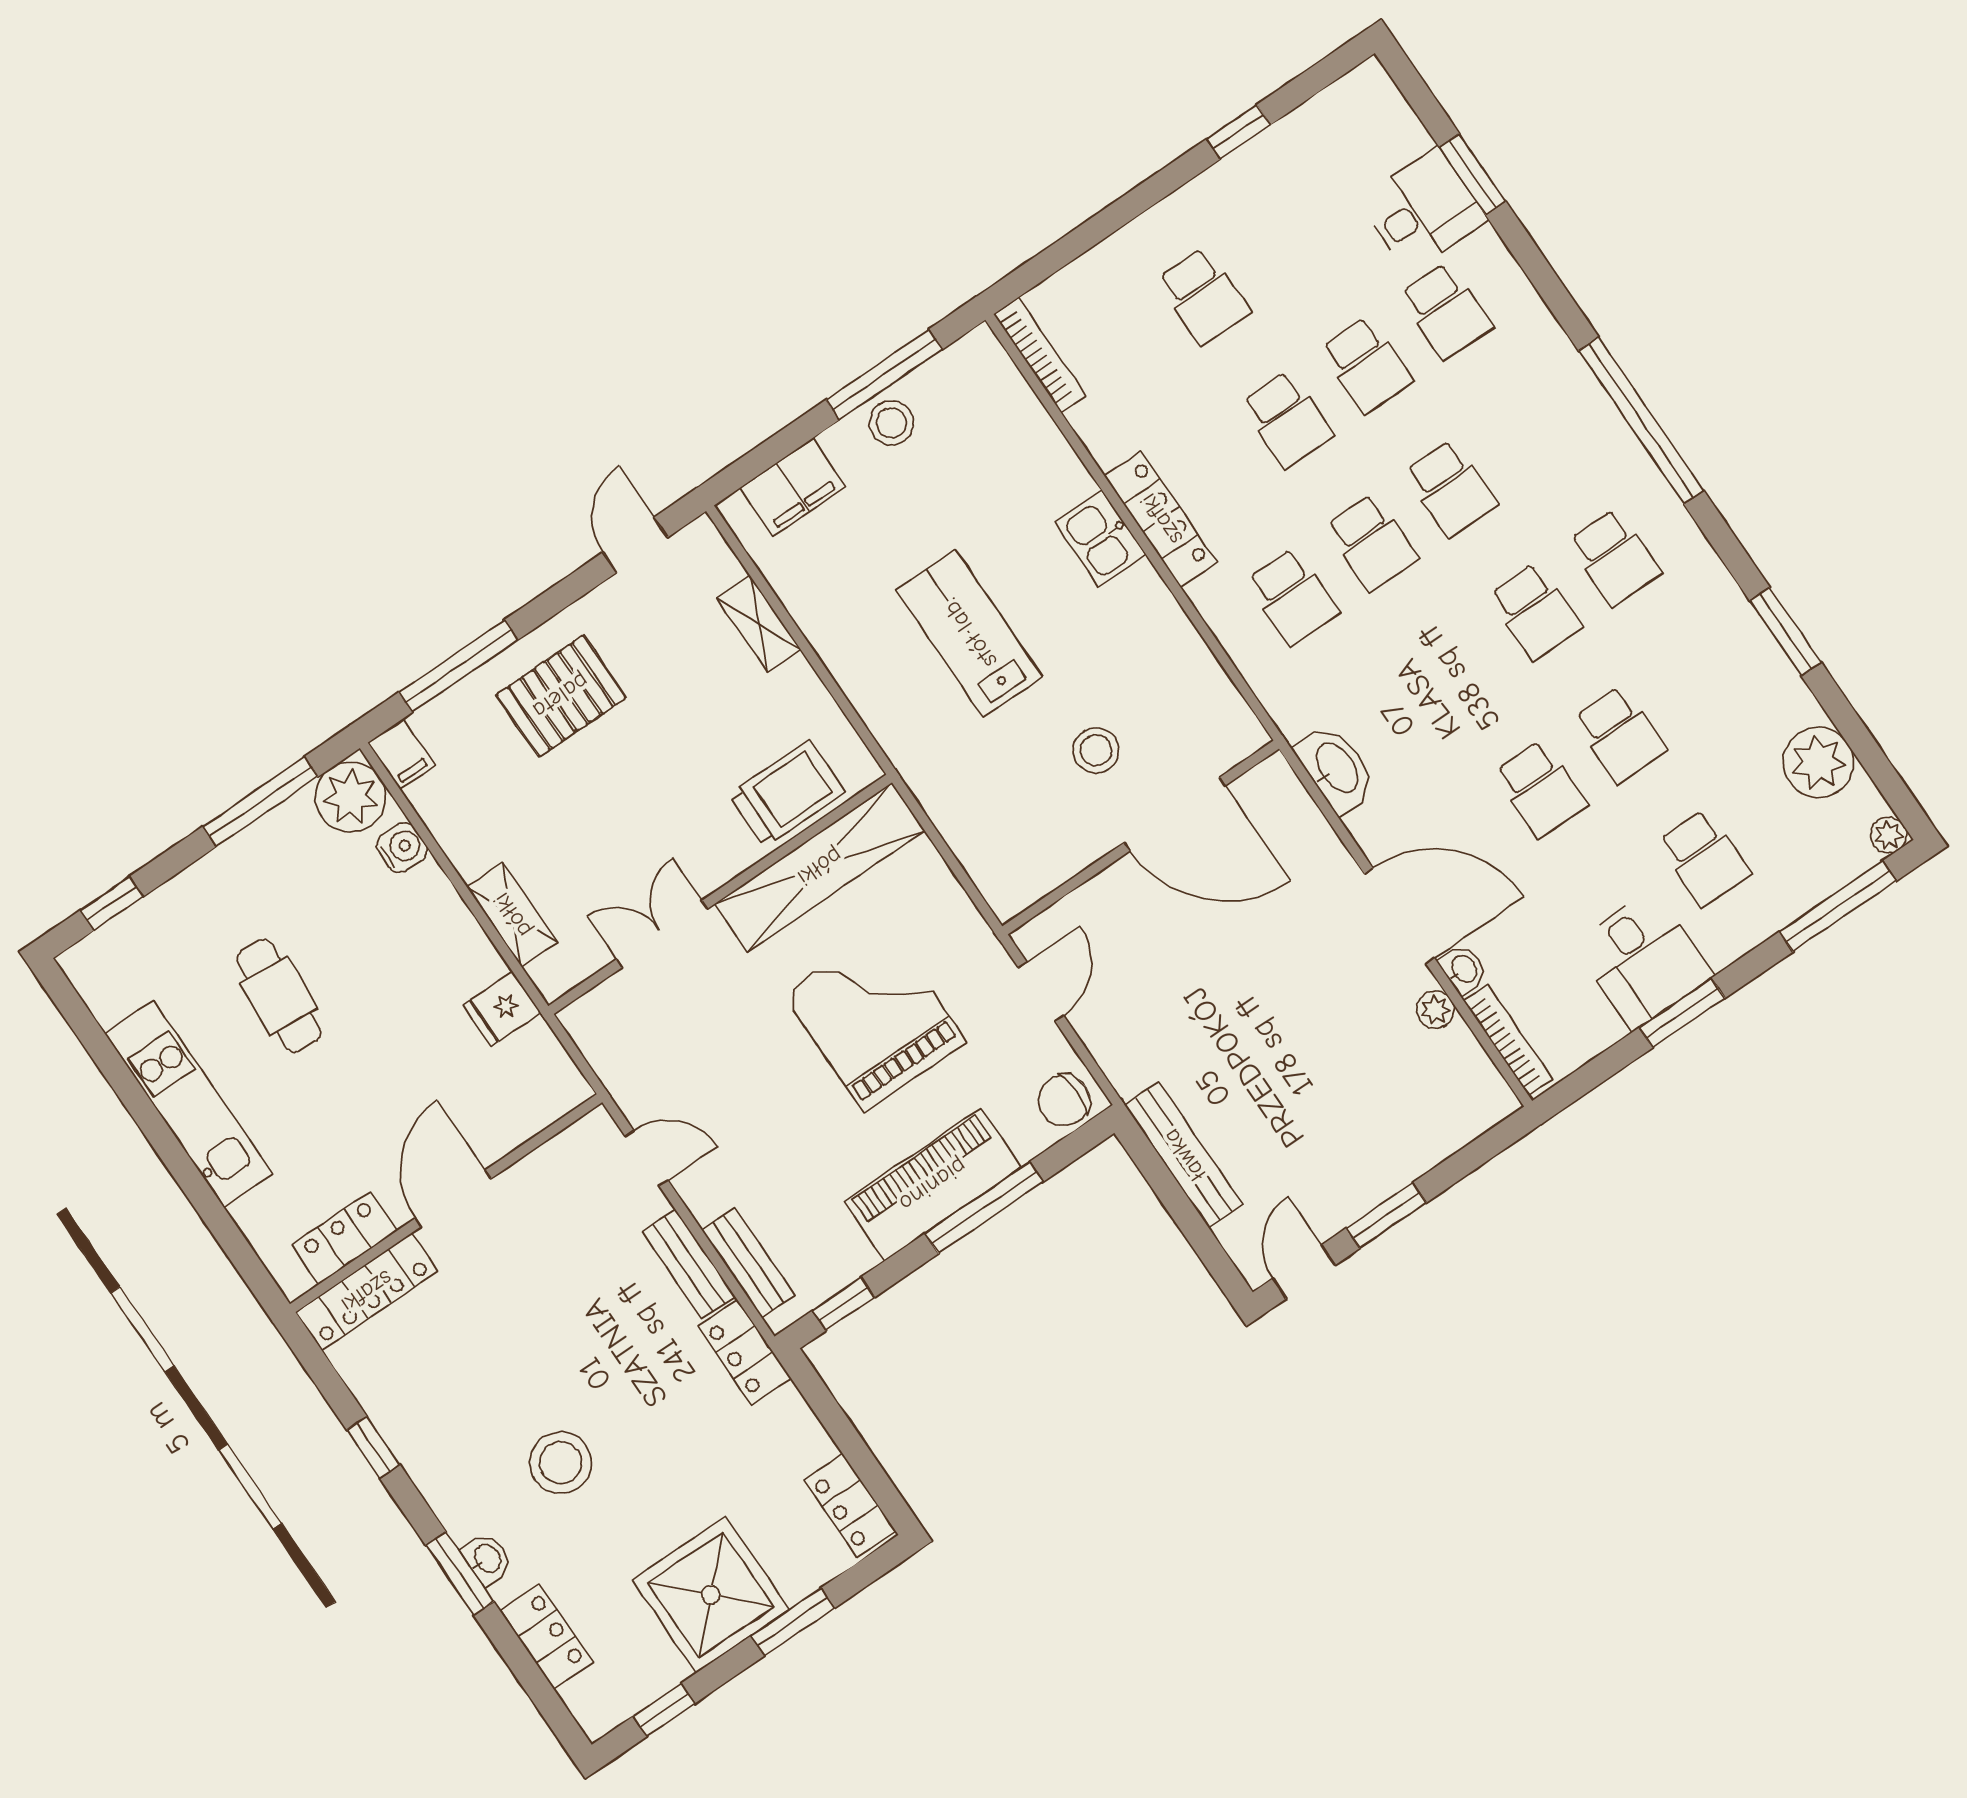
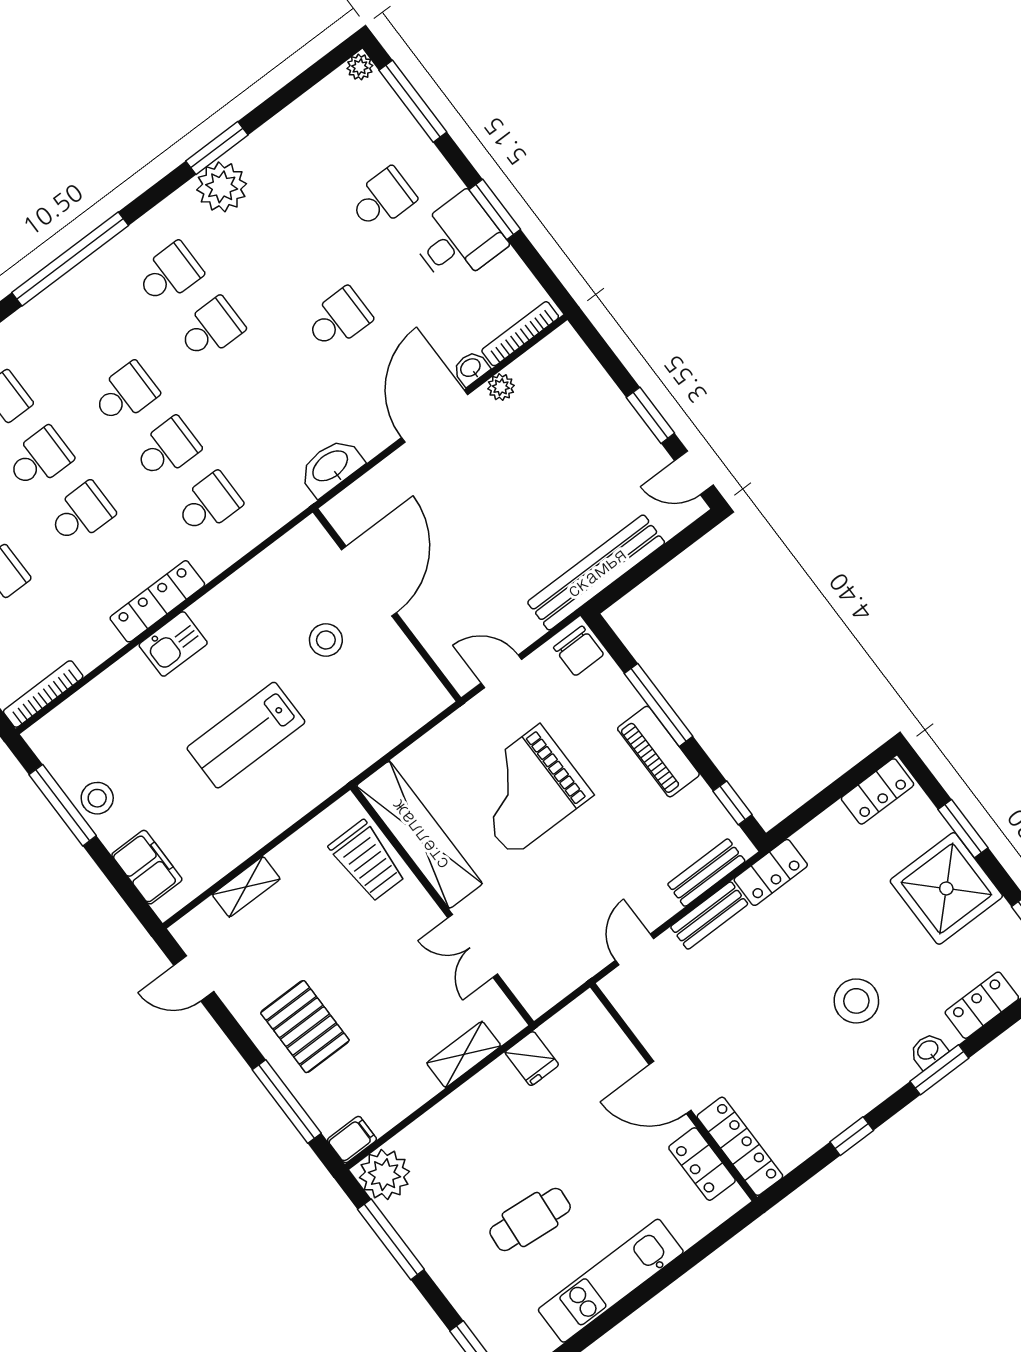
school desk: (1620, 735) -> (297, 264), removed
plant: (1818, 763) -> (222, 187), moved
trolley: (787, 793) -> (367, 861), turned 180
water cooler: (402, 848) -> (419, 1136), removed
bench: (1184, 1155) -> (596, 572), width x1.37, depth x1.21
piano: (933, 1185) -> (658, 752), width x0.73, depth x0.75

